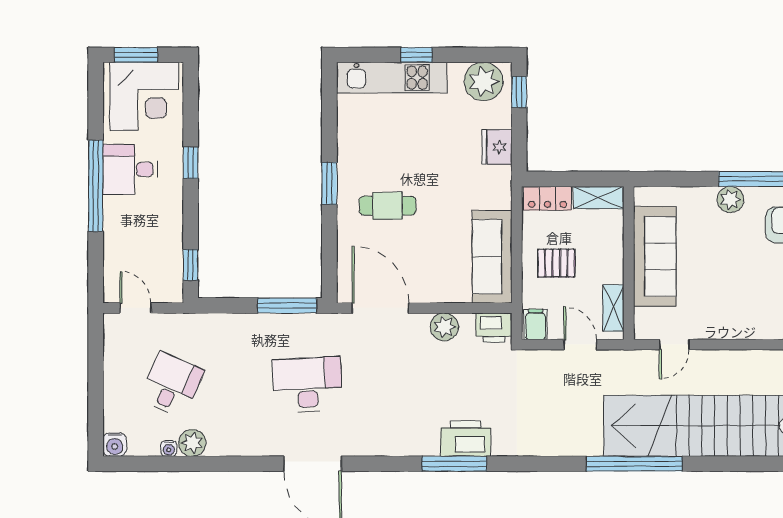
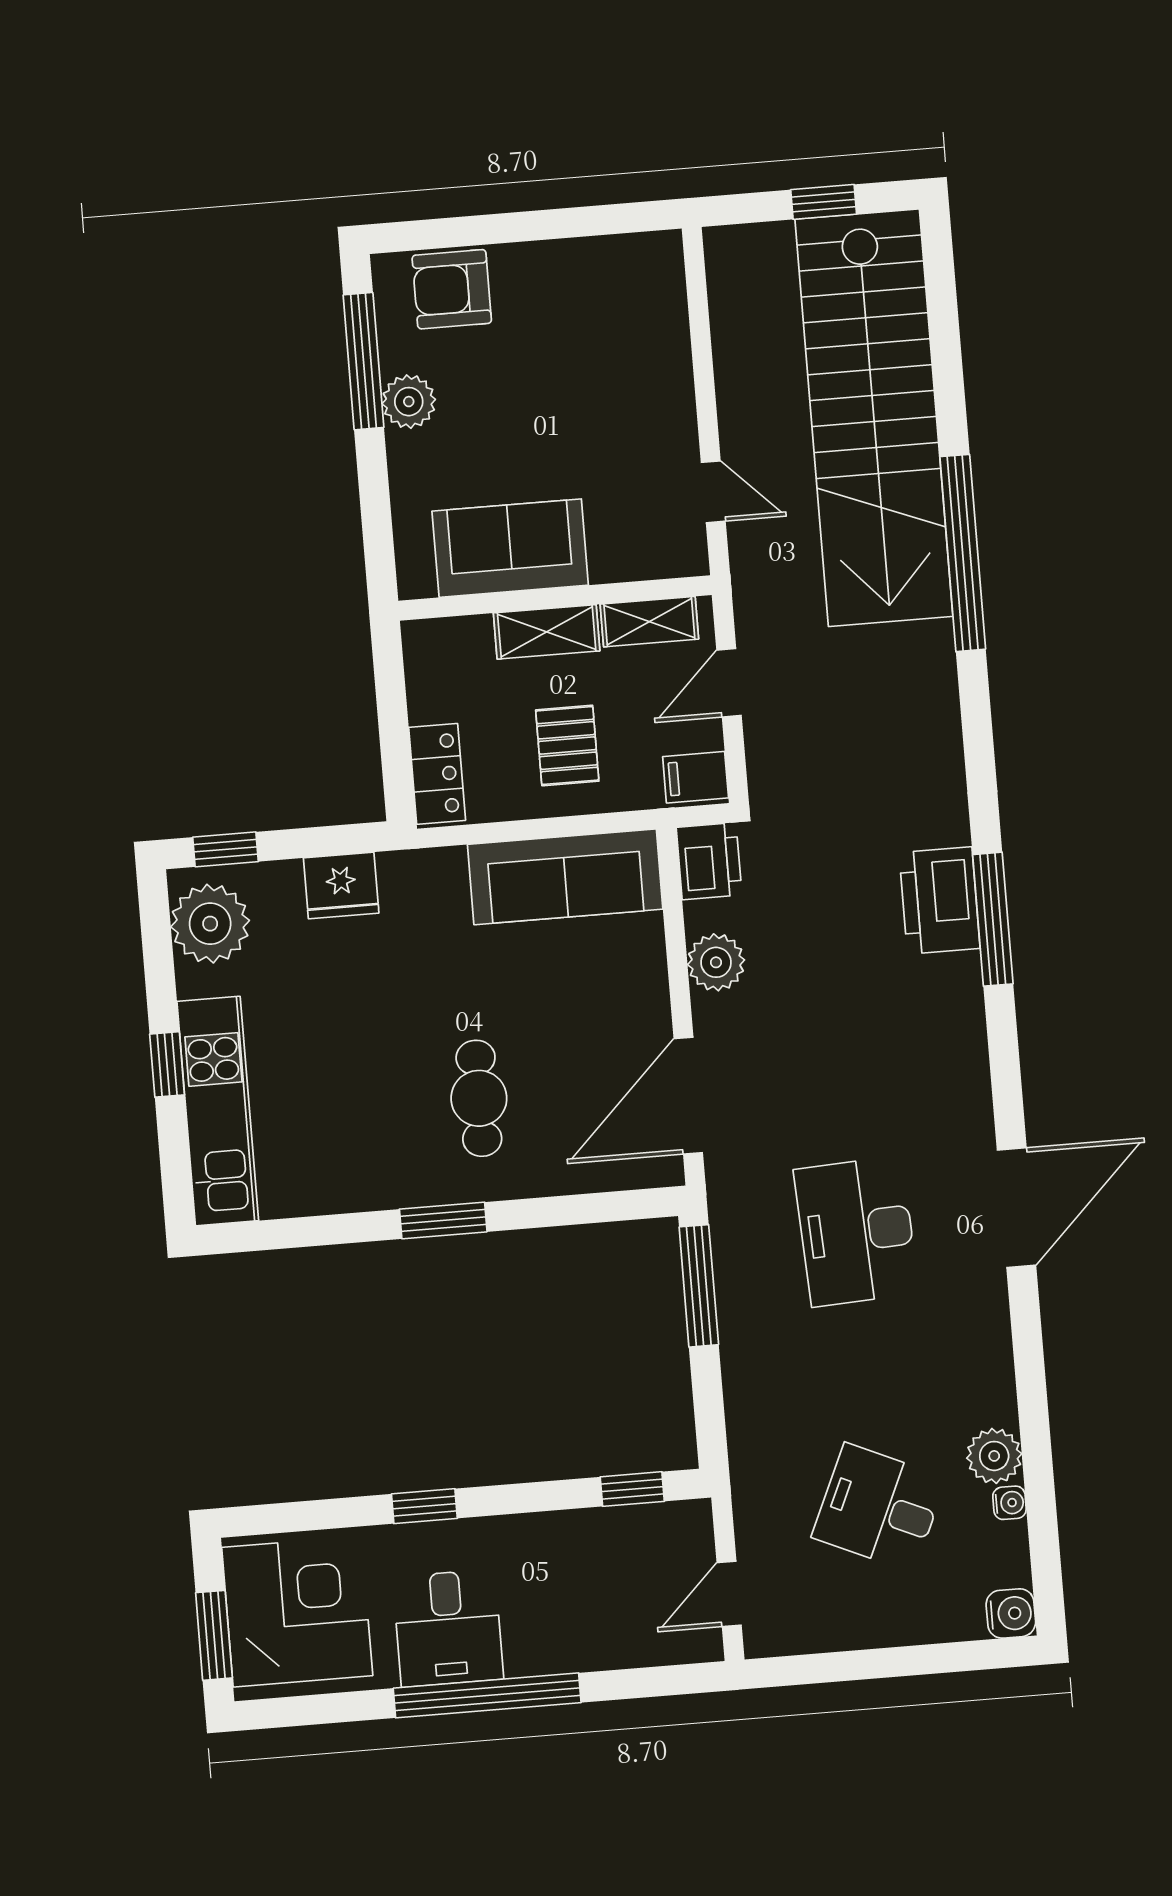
shelving: (599, 198) -> (547, 632), moved, turned 90
sofa: (655, 256) -> (510, 548), width x0.73

